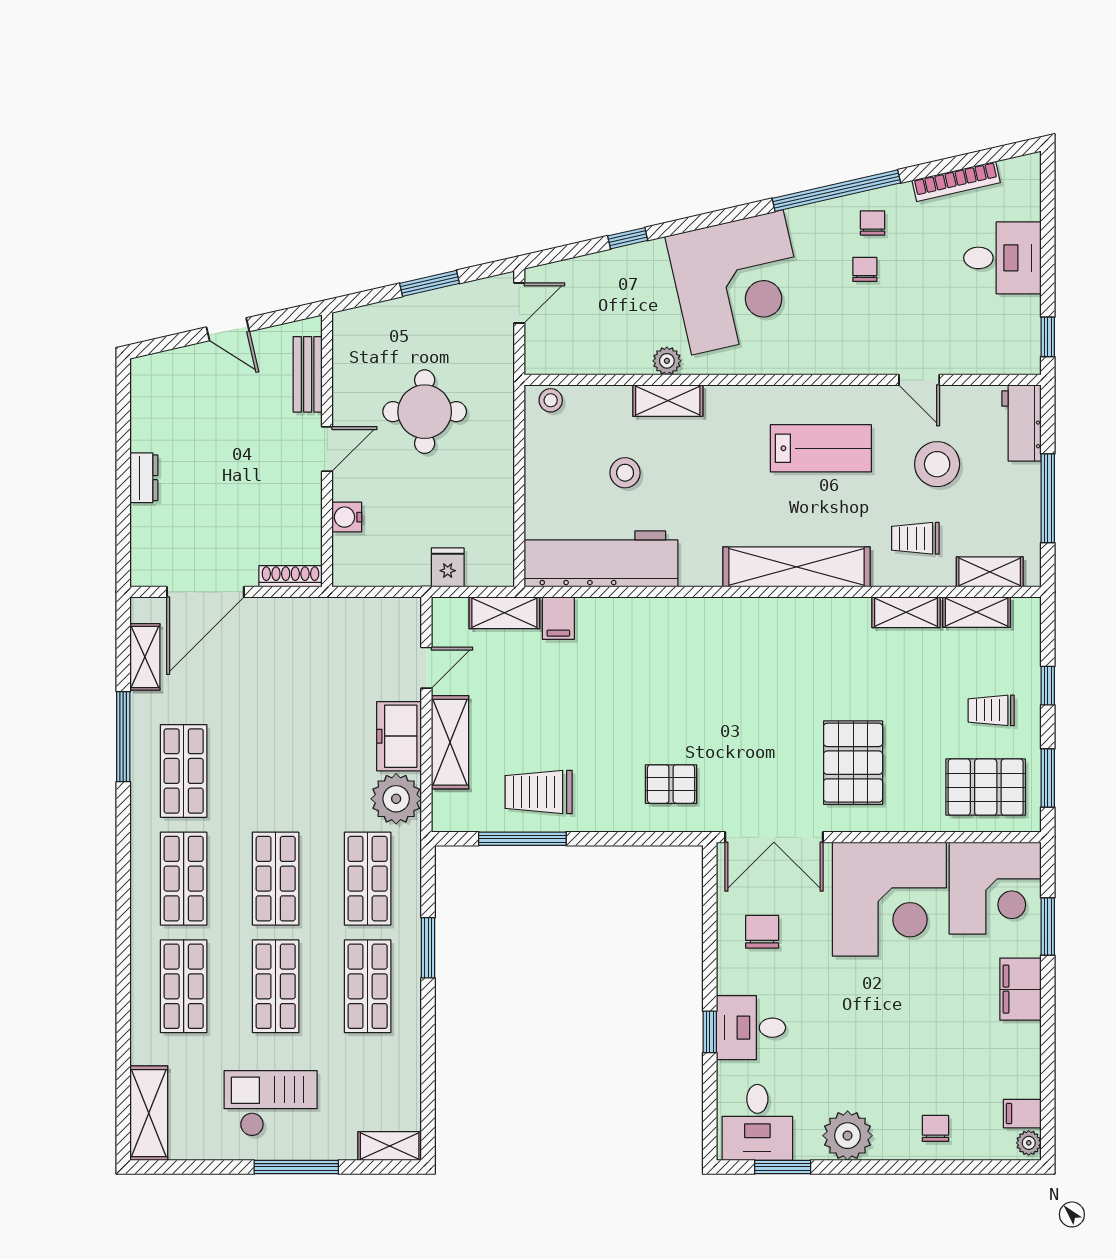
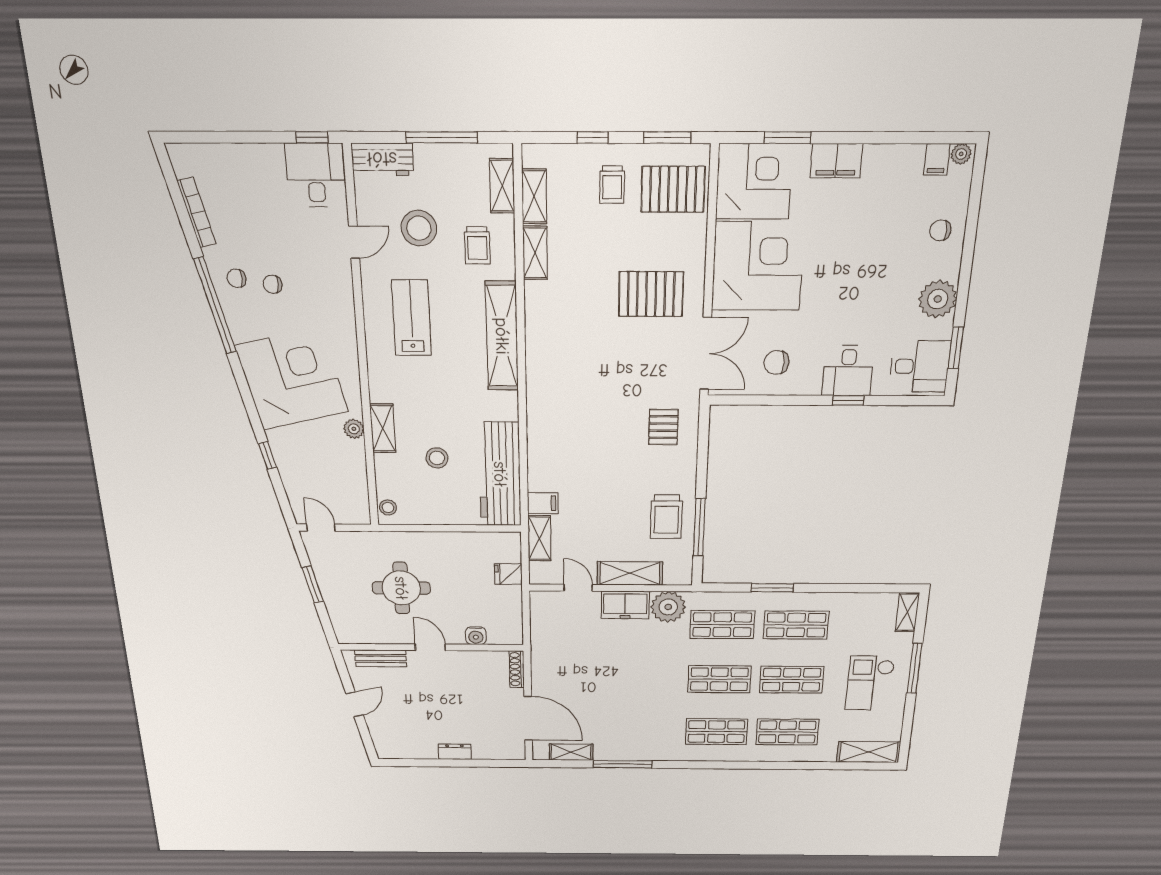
desk: (1002, 258) -> (316, 175), moved
shop shelf: (184, 771) -> (646, 731), removed
pallet: (986, 787) -> (673, 189), turned 90

